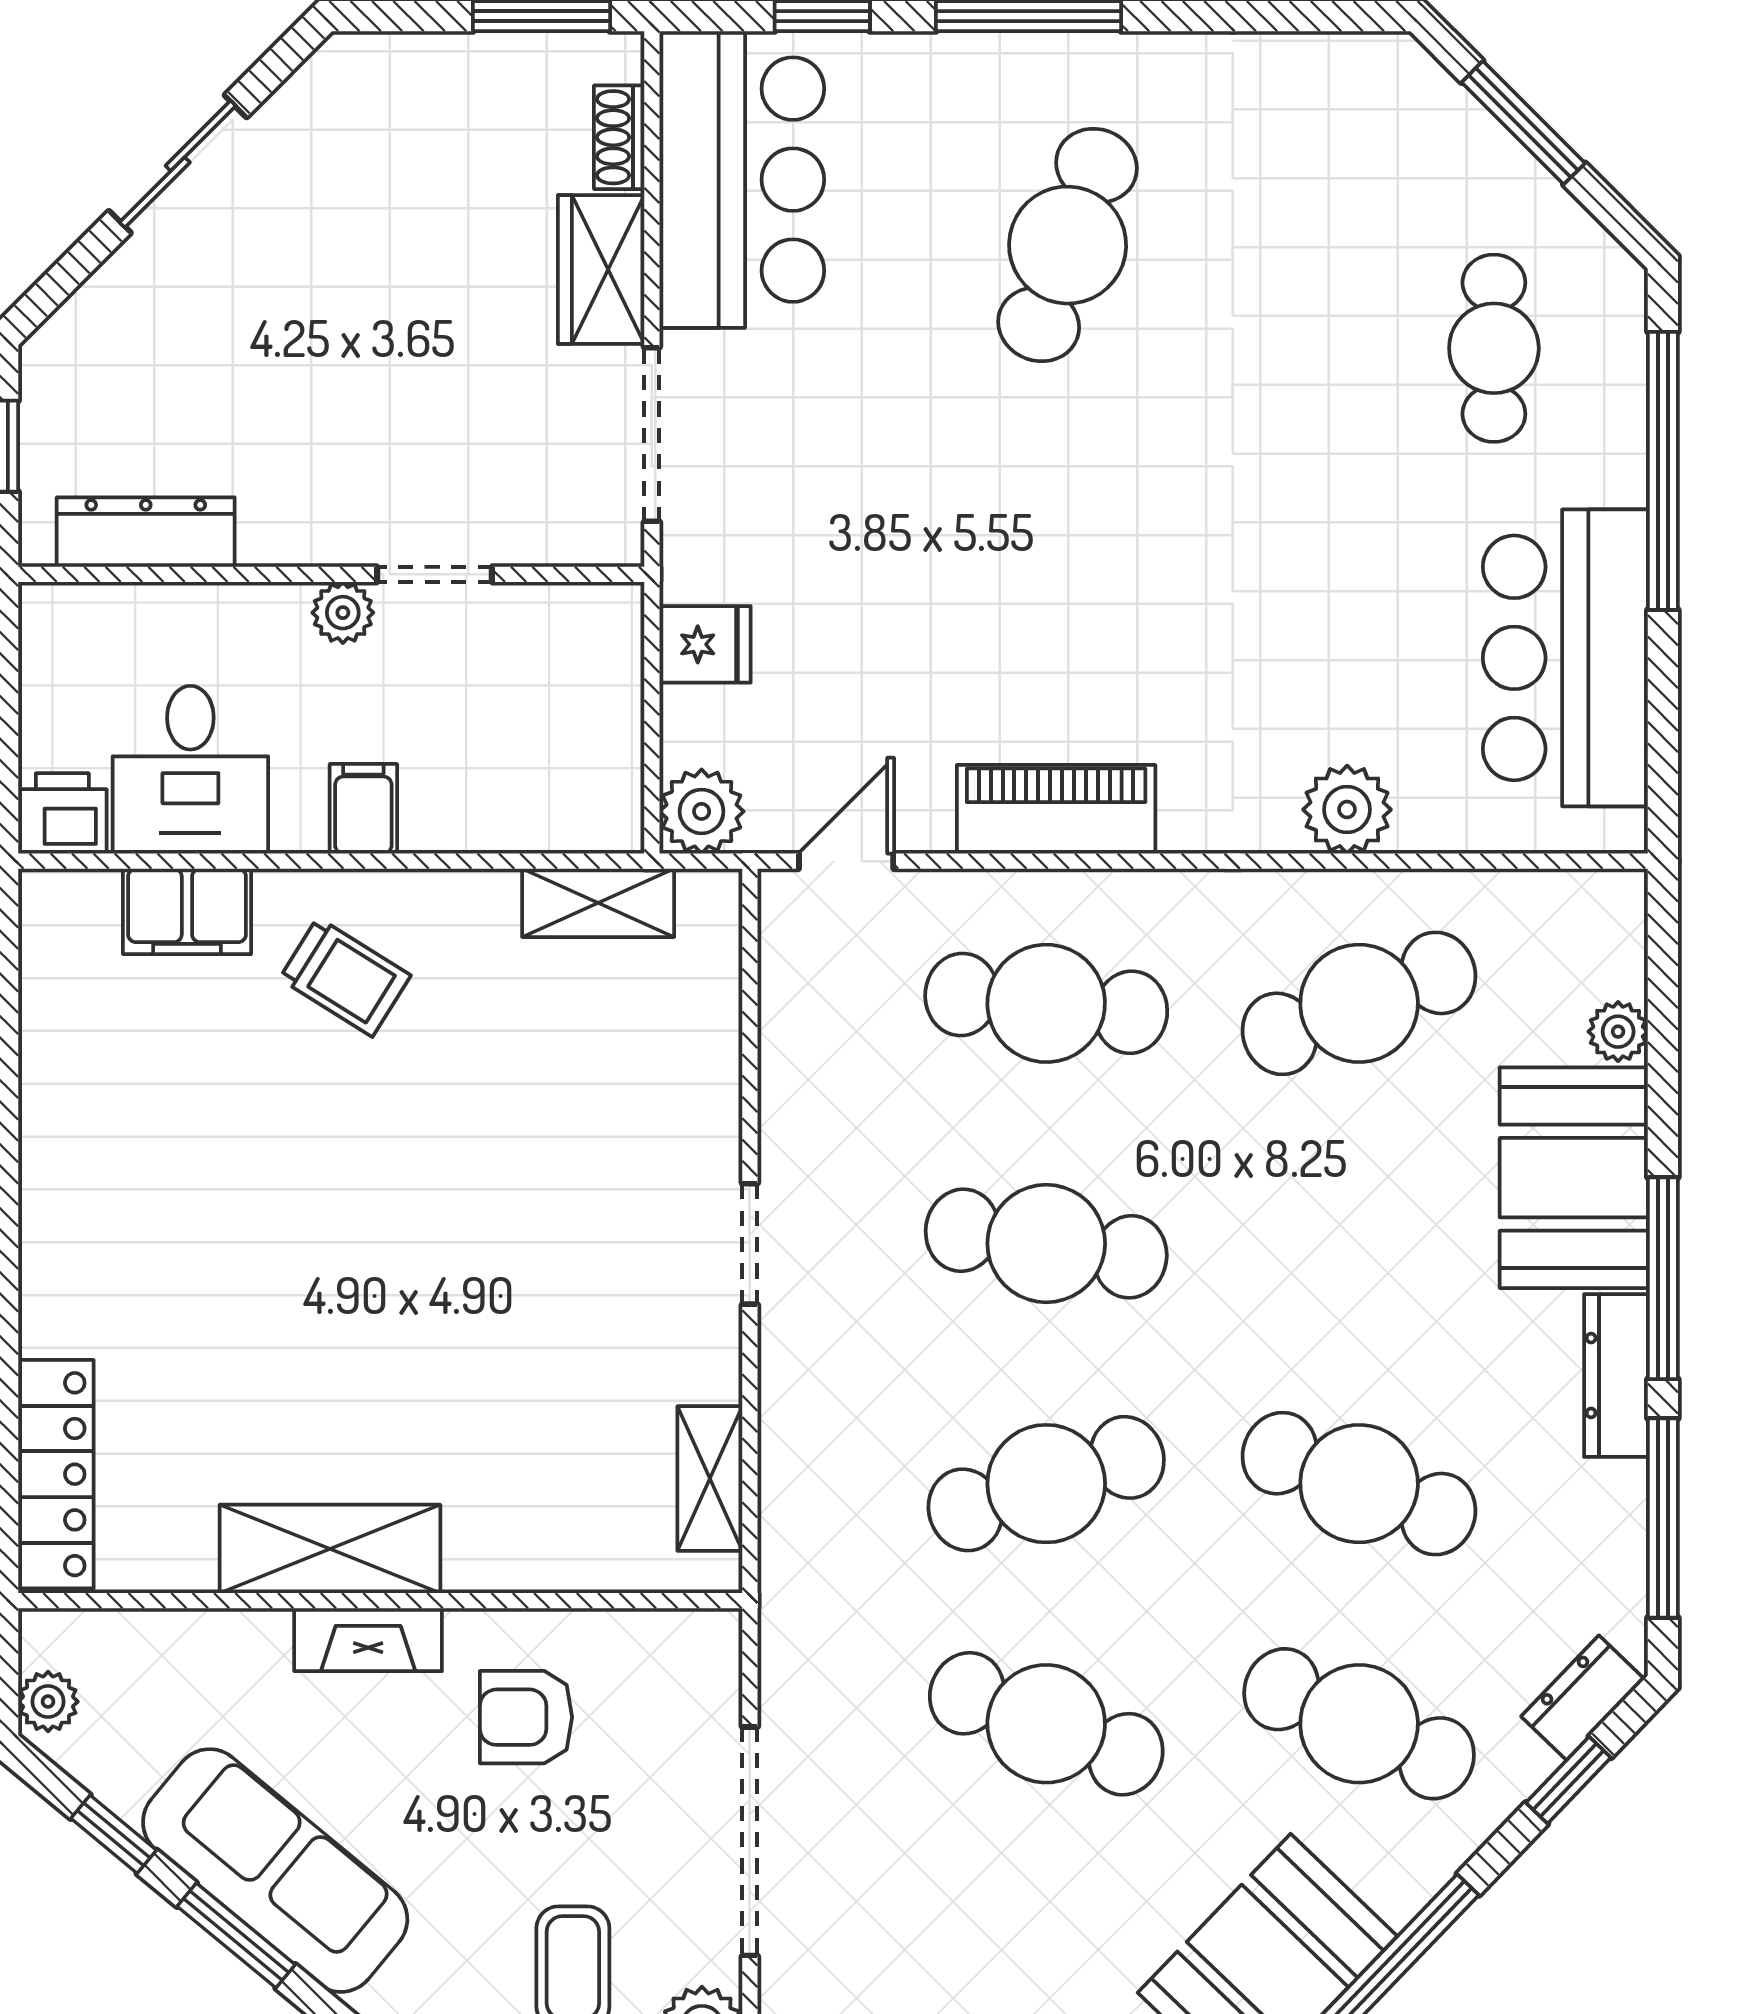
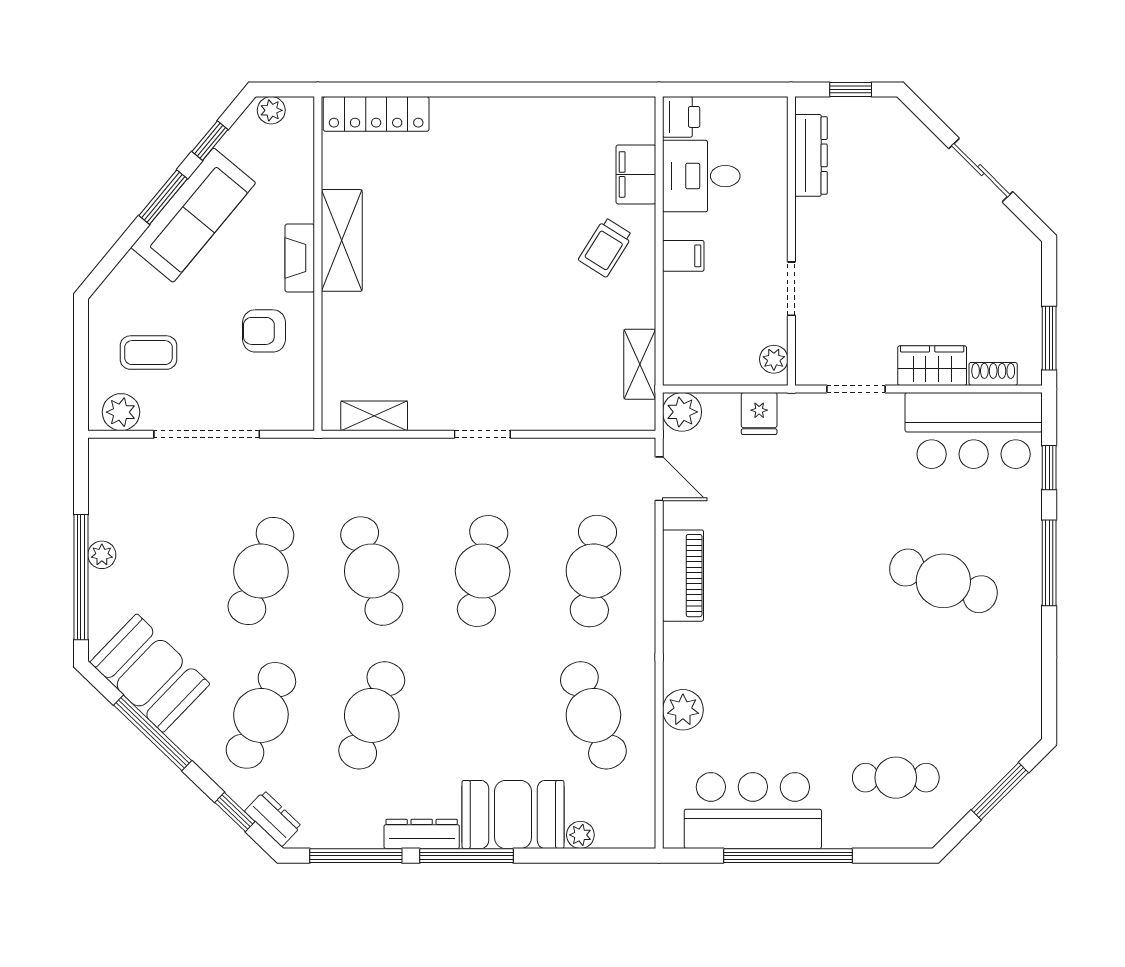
doorway: (652, 435) -> (856, 389), width x0.73
window: (1663, 471) -> (788, 856), moved
plant: (343, 613) -> (774, 359), moved
armchair: (526, 1717) -> (264, 331), turned -90

